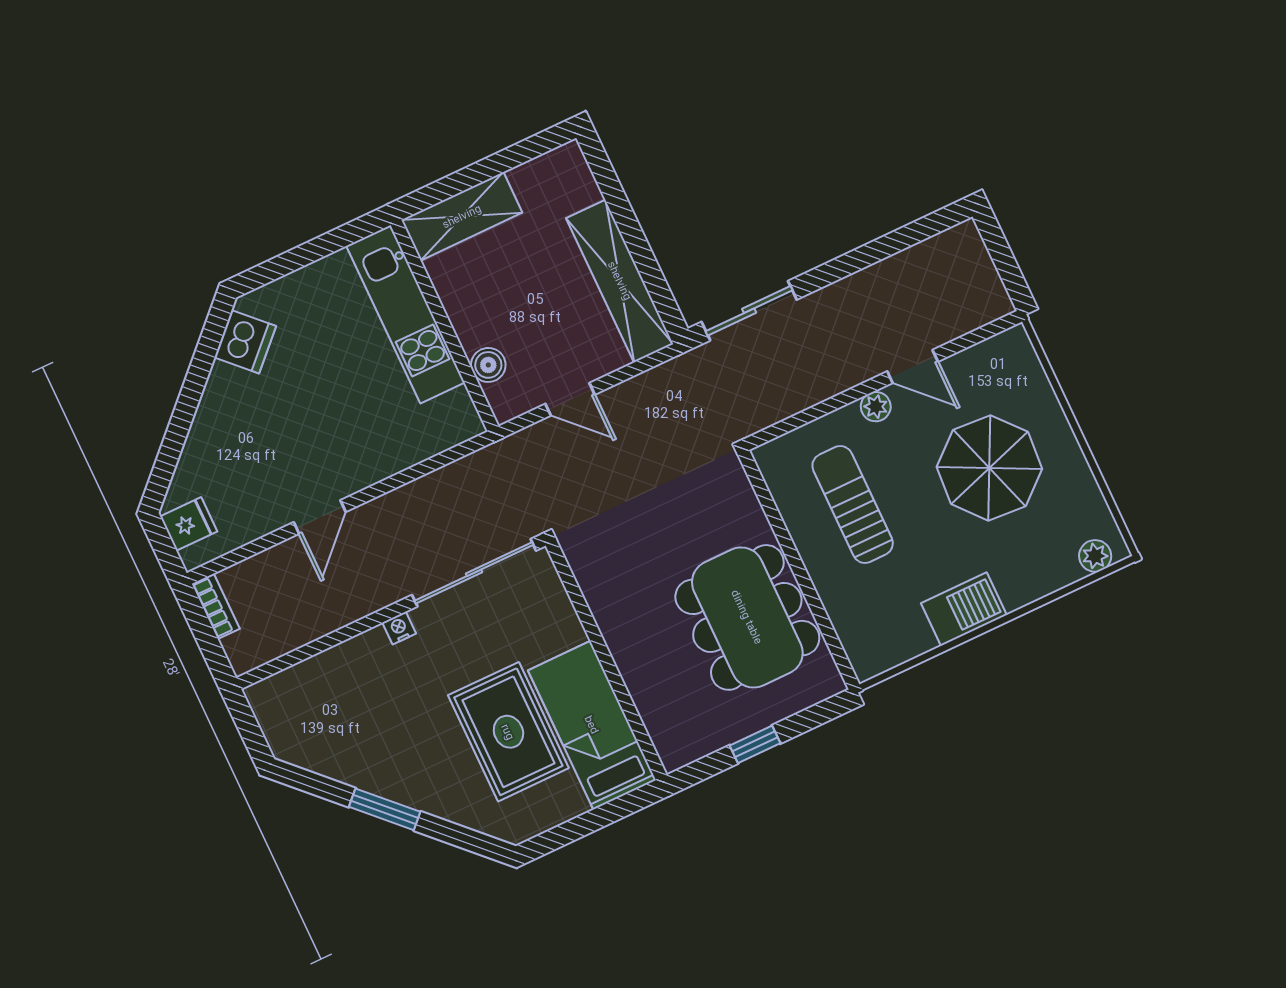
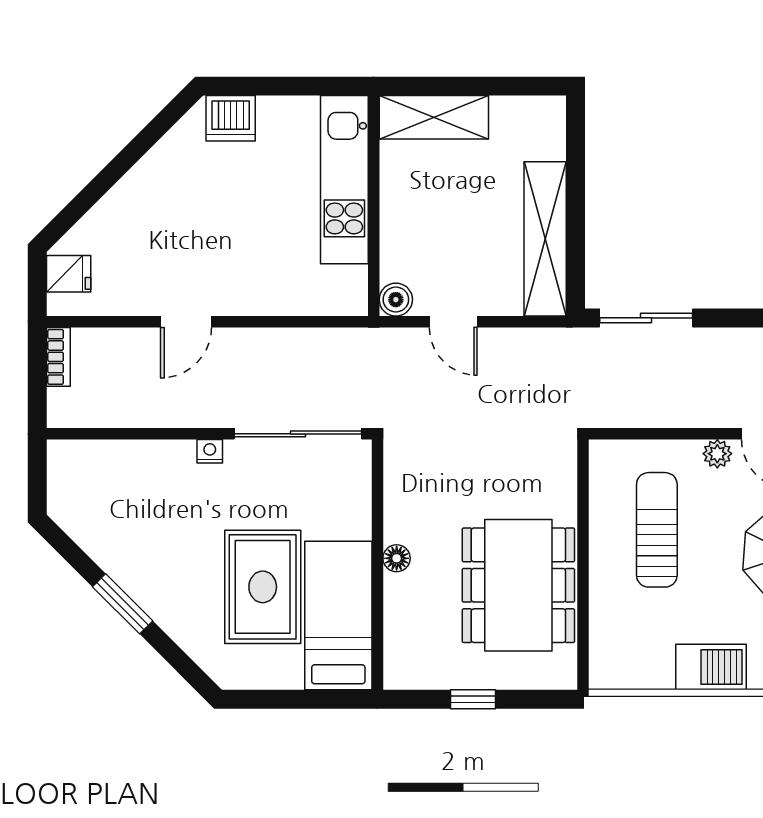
dishwasher: (245, 342) -> (231, 118), moved, turned 45
boiler: (488, 365) -> (396, 300), moved
floor lamp: (621, 646) -> (397, 558), added

